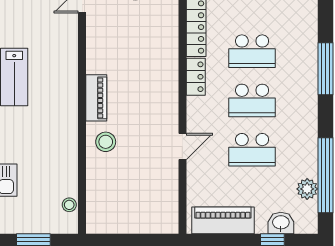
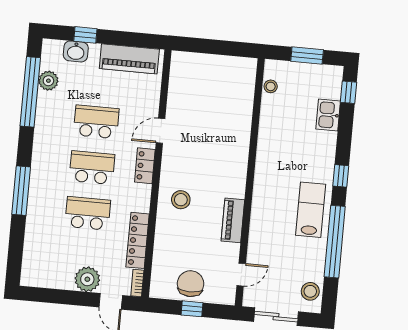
locker: (196, 77) -> (145, 166), moved
piano: (96, 98) -> (233, 220), moved
stool: (106, 142) -> (181, 200), moved

